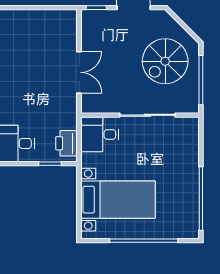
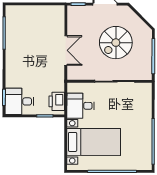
spiral stairs: (165, 61) -> (116, 43), moved
desk: (100, 134) -> (81, 106), moved

